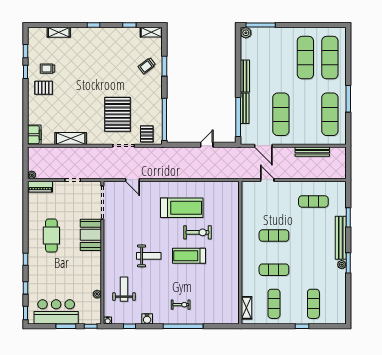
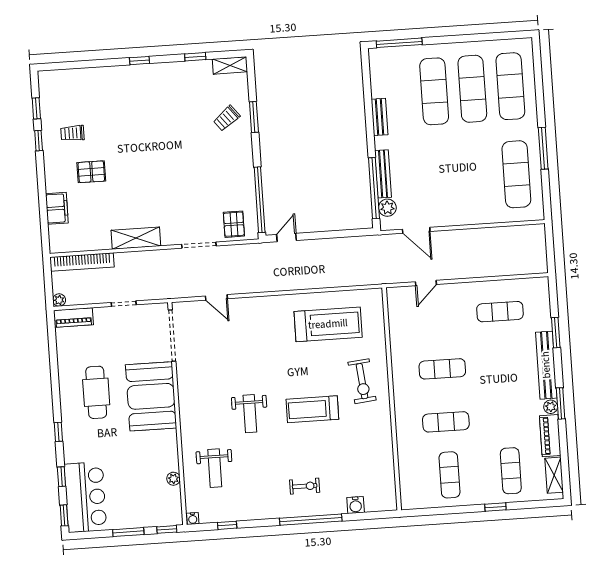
shelving: (59, 32) -> (86, 76), removed
plant: (246, 33) -> (387, 208), moved
bench: (245, 76) -> (380, 117), width x0.73
pallet: (44, 88) -> (91, 172), moved
pallet: (118, 114) -> (186, 197), removed
exercise mat: (281, 114) -> (434, 91), moved
filing cabinet: (34, 135) -> (57, 208), moved
shelving: (71, 138) -> (136, 238), moved
door: (207, 145) -> (286, 238), moved
bookcase: (48, 151) -> (82, 262), added
bench: (312, 152) -> (493, 234), removed
door: (267, 180) -> (426, 283), swing flipped
treadmill: (182, 208) -> (328, 324), moved
exercise bike: (197, 232) -> (362, 381), moved, turned 84
booth: (91, 235) -> (151, 396), width x1.36, depth x1.42
weight bench: (149, 256) -> (250, 414), turned 90
piano: (340, 283) -> (550, 436), added
weight bench: (124, 289) -> (215, 468), turned 180
shelving: (246, 308) -> (554, 475), moved
bar counter: (56, 312) -> (85, 497), moved, turned 90
water cooler: (147, 319) -> (356, 505), moved

